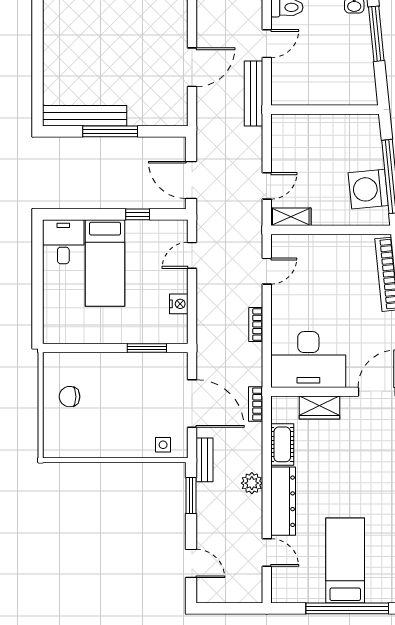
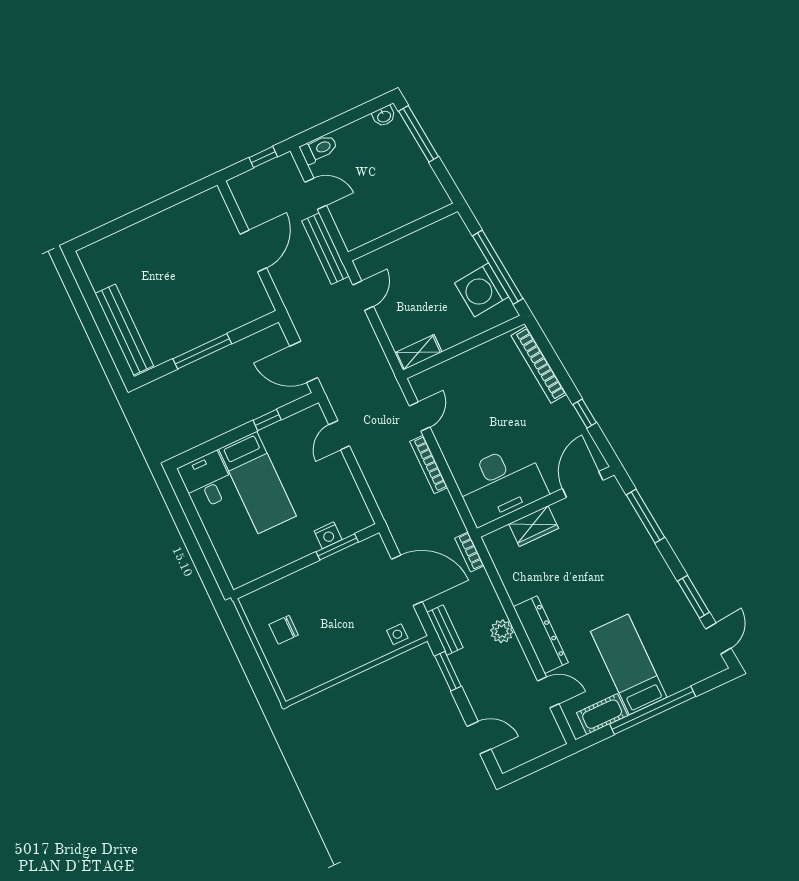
door: (267, 44) -> (316, 194), hinge flipped
bench: (85, 116) -> (124, 330), moved, turned 90
door: (267, 186) -> (363, 296), moved
nightstand: (179, 304) -> (328, 535), moved, turned 90
bookcase: (256, 324) -> (429, 465), width x1.56
cot: (282, 444) -> (602, 714), moved, turned 90

